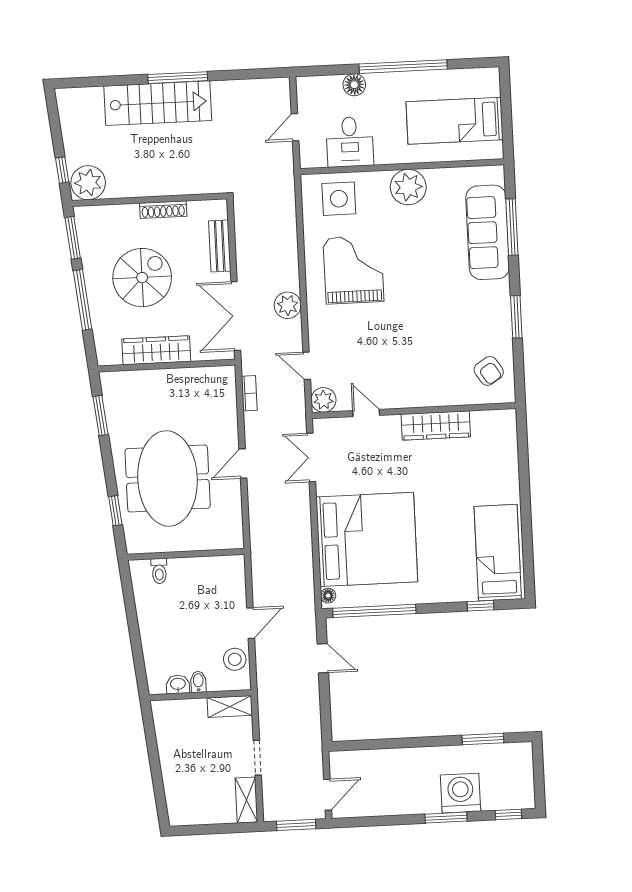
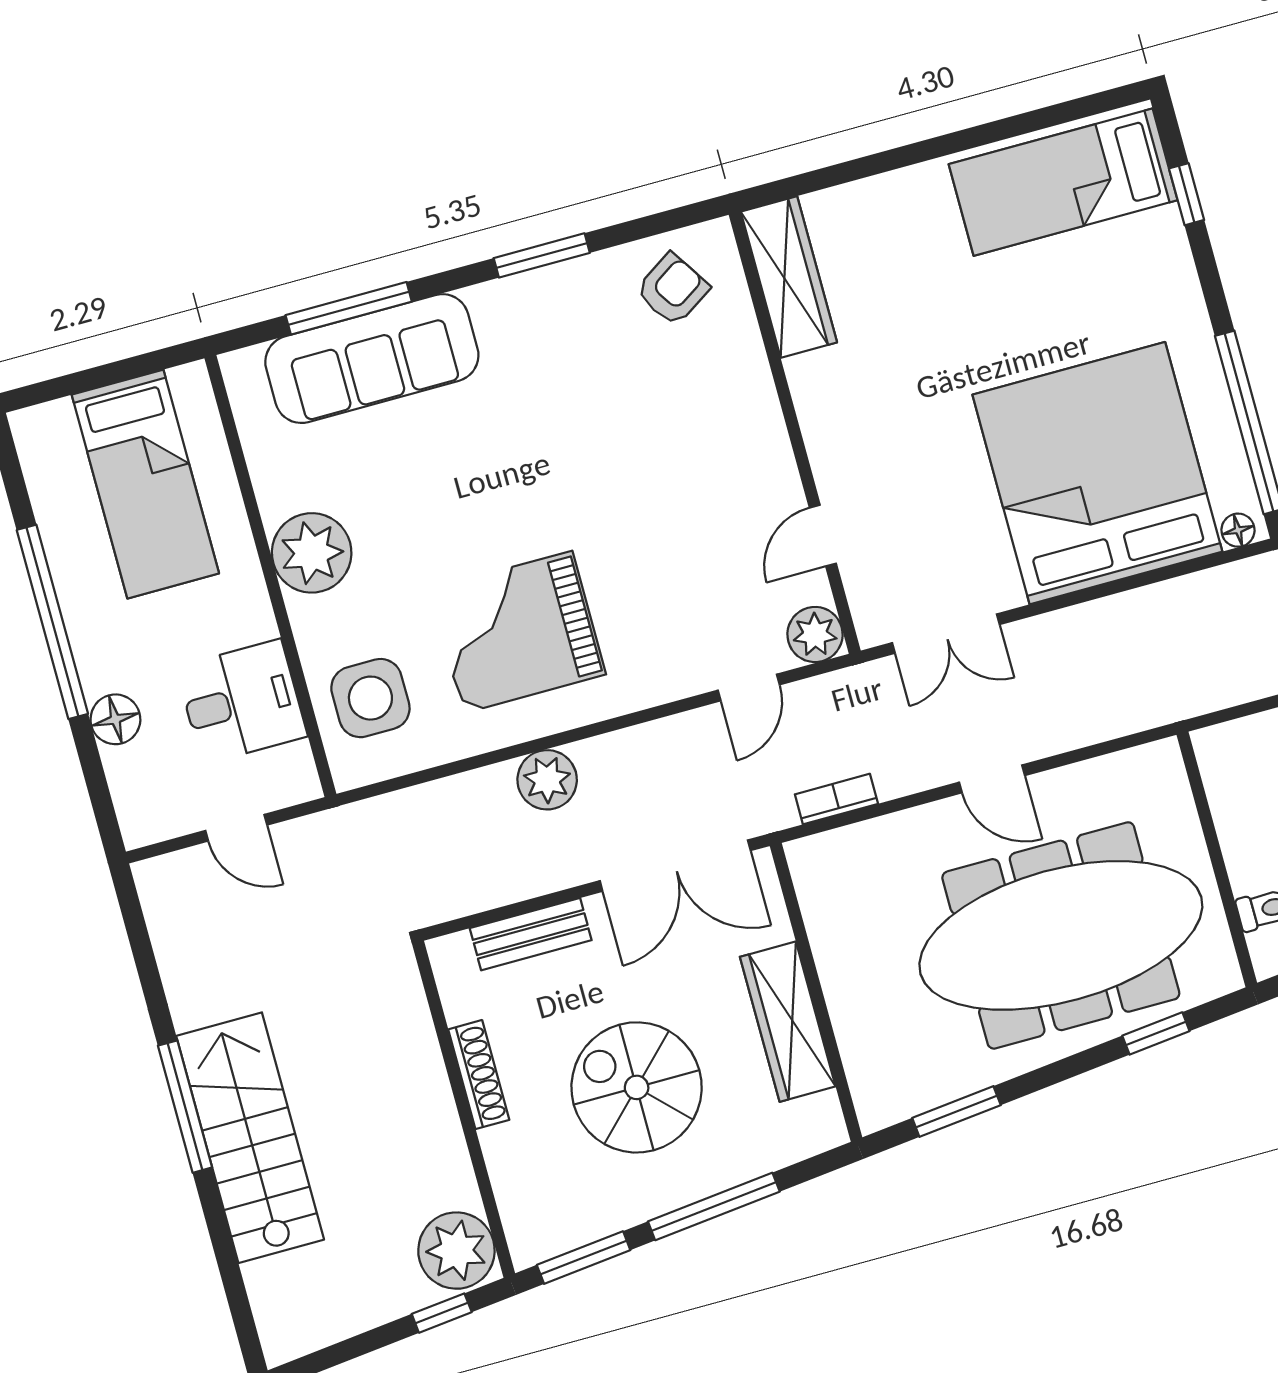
plant: (288, 305) -> (547, 780), moved
wardrobe: (436, 425) -> (789, 277), moved
meeting table: (168, 478) -> (1061, 935), width x1.36

